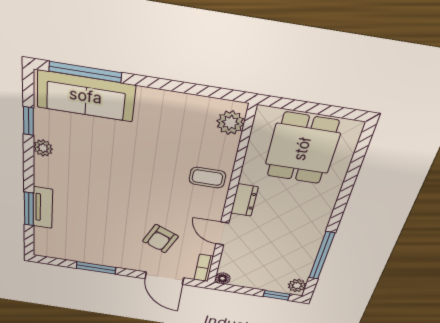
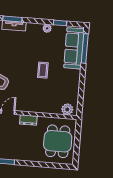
dining table: (302, 149) -> (58, 141), turned 90
coffee table: (207, 178) -> (43, 70), moved

